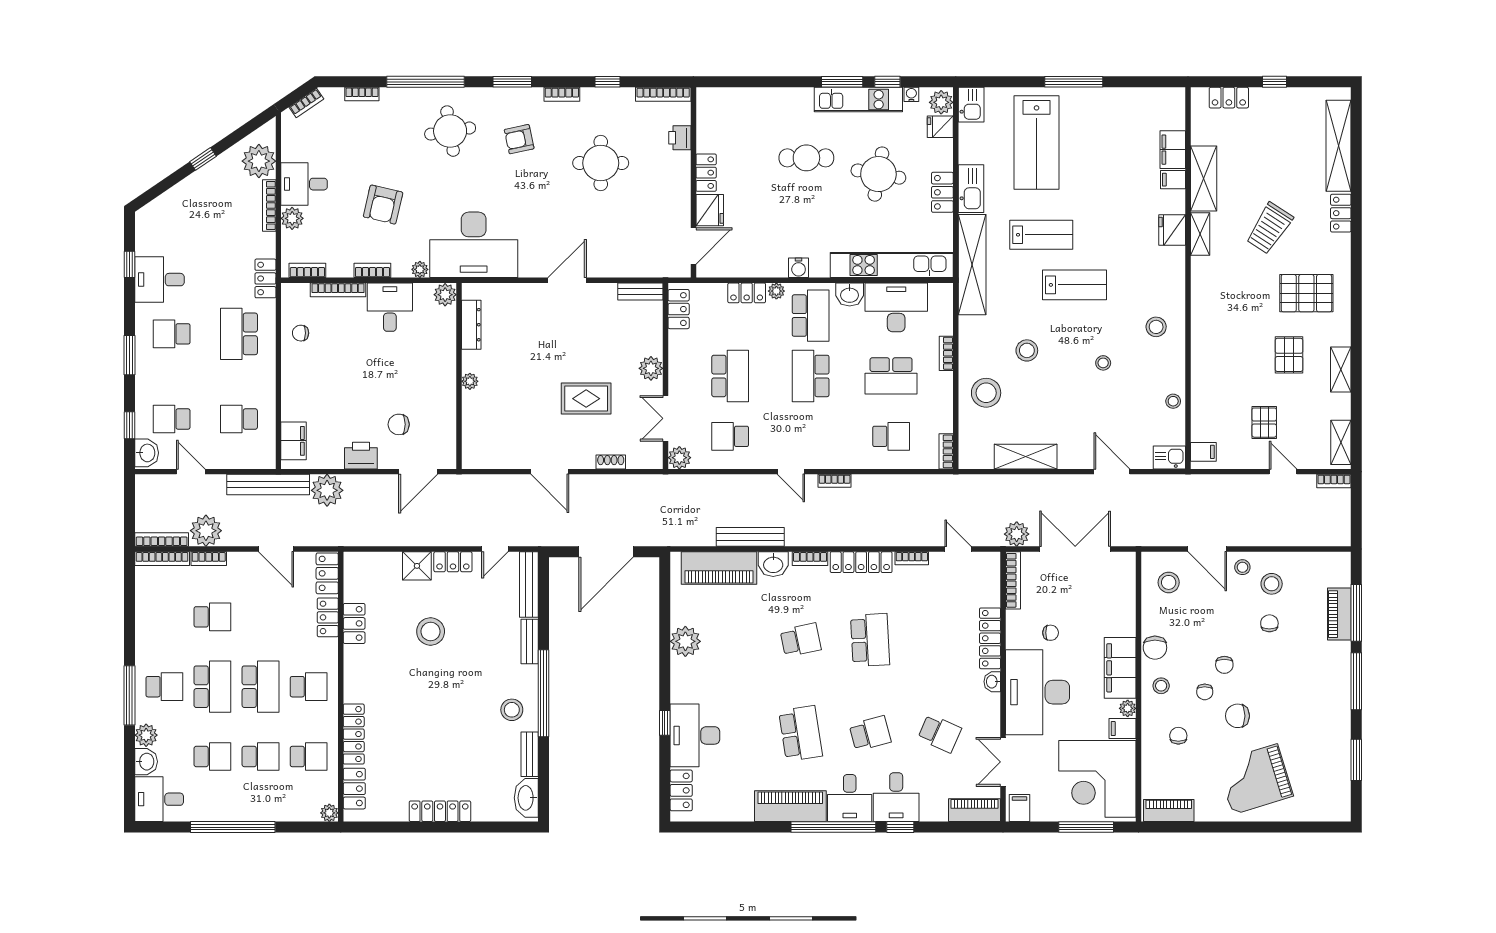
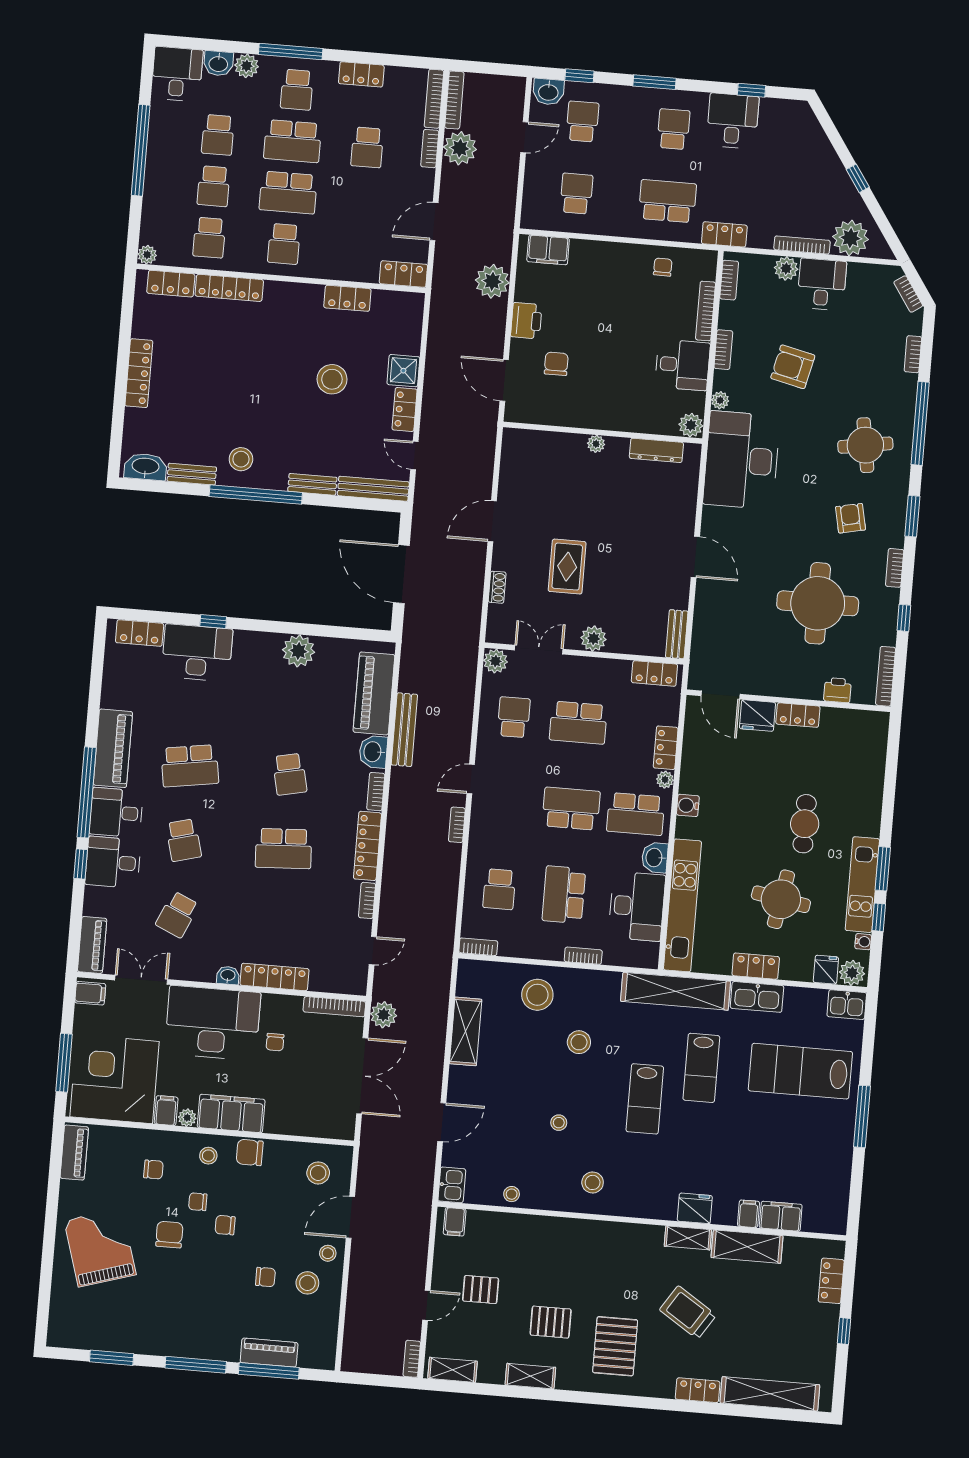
round table: (601, 163) -> (818, 603), width x1.36, depth x1.36
bench: (268, 484) -> (504, 219), removed
locker: (328, 617) -> (361, 74), moved, turned 180

